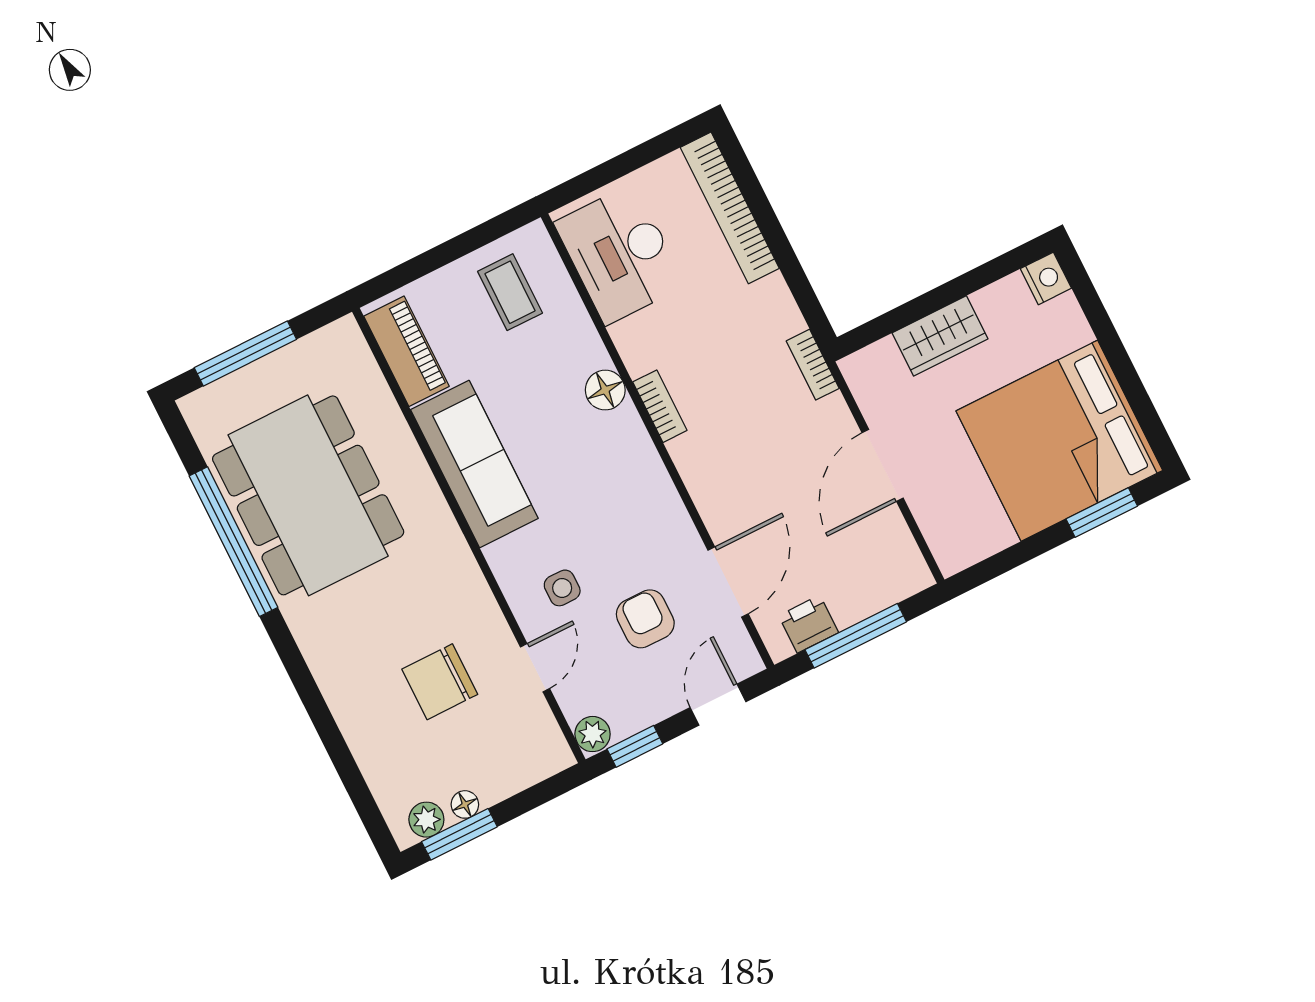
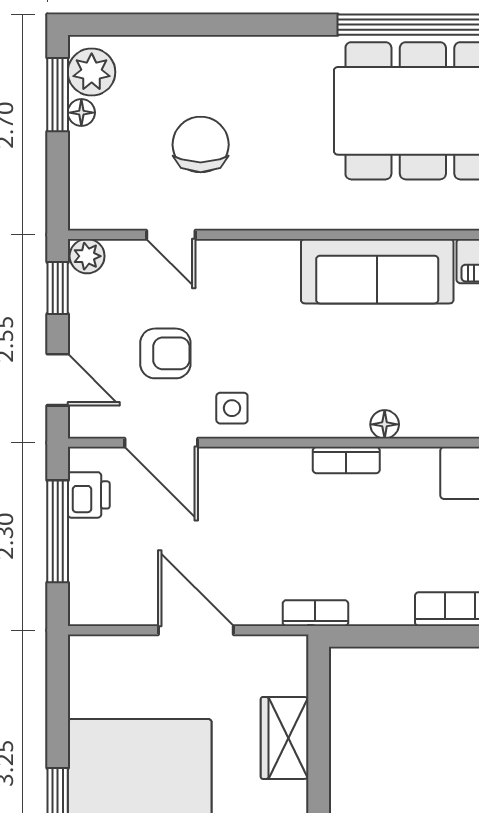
floor lamp: (605, 390) -> (385, 424), width x0.73, depth x0.73
side table: (562, 588) -> (232, 408), moved
plant: (426, 820) -> (92, 72), width x1.38, depth x1.38

